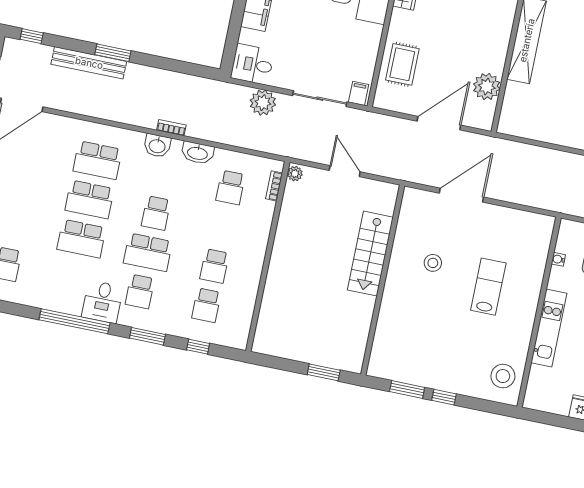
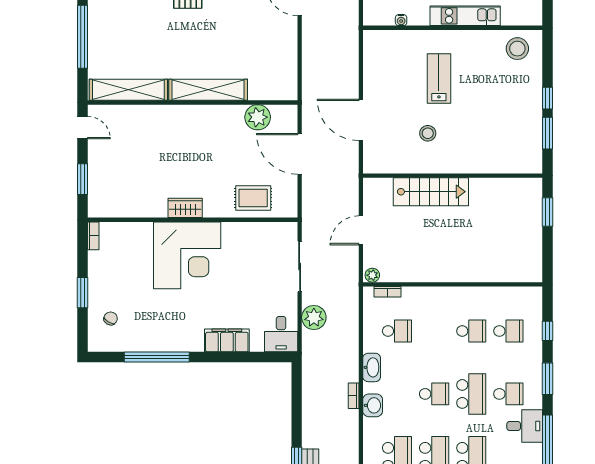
filing cabinet: (359, 93) -> (288, 232), removed
lab bench: (488, 287) -> (439, 78), turned 90

